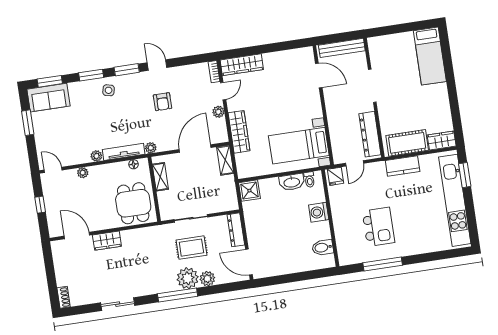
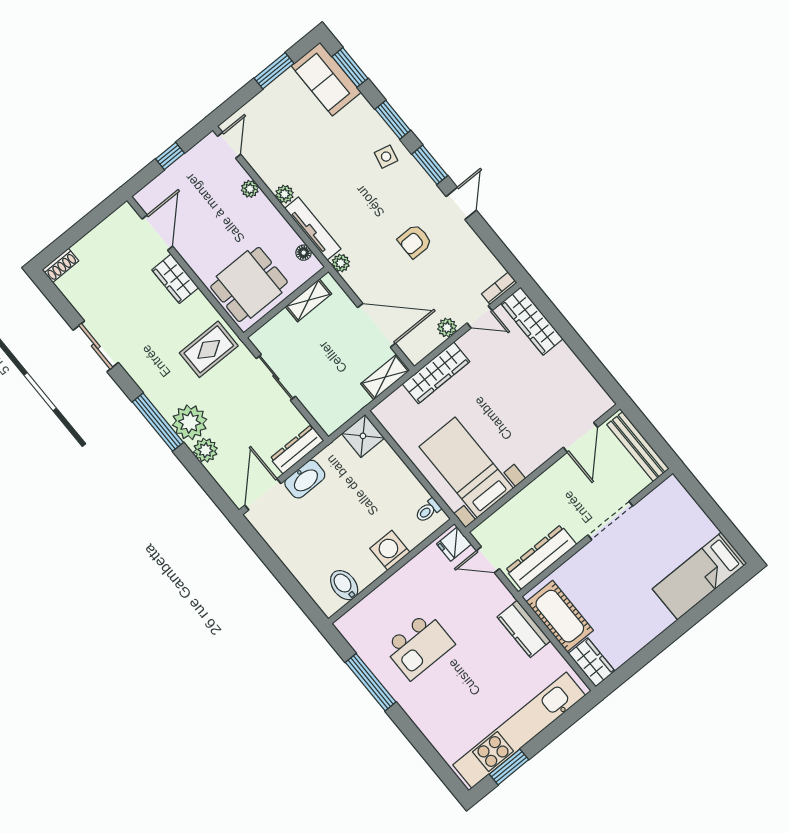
window: (465, 175) -> (509, 767), moved
washbasin: (292, 182) -> (305, 479), moved, turned -90
rug: (191, 248) -> (209, 349), moved, turned 90

